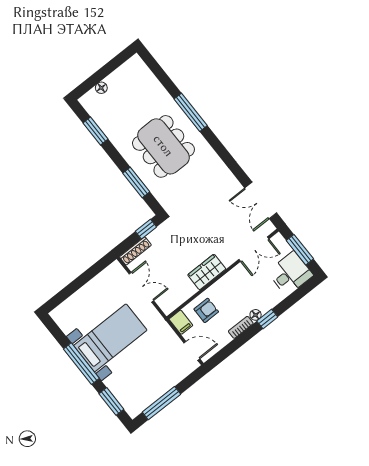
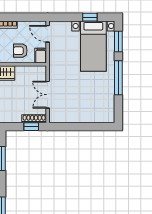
window: (146, 229) -> (31, 127), moved
bed with nightstands: (110, 338) -> (93, 46), moved, turned -90
window: (161, 403) -> (90, 17), width x0.46

